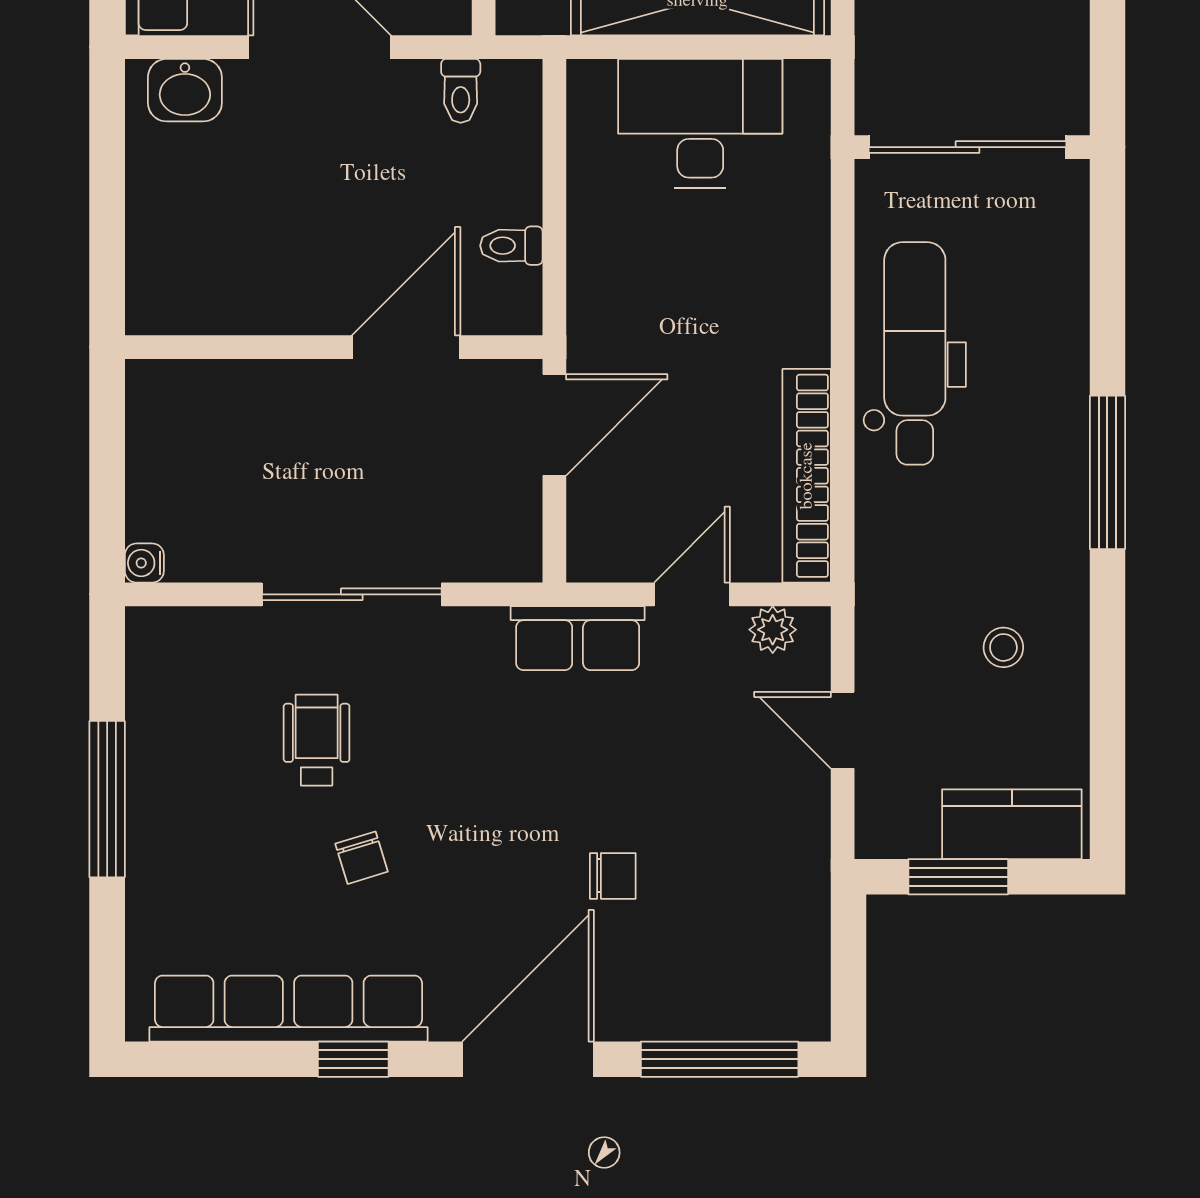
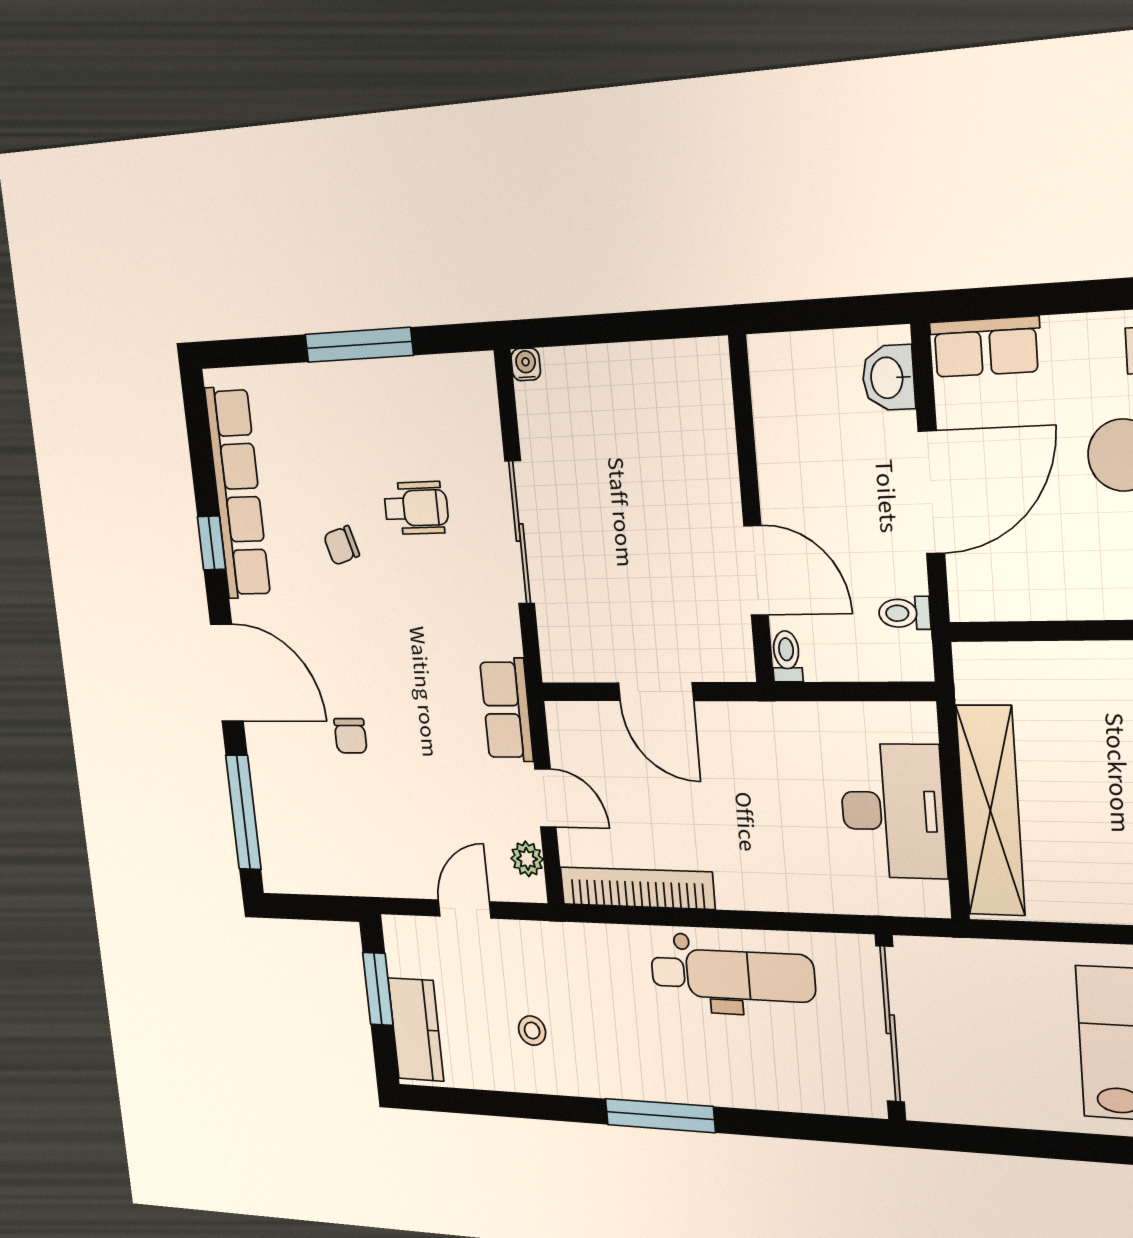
wall: (334, 347) -> (751, 510), moved
door: (406, 347) -> (756, 570), moved

